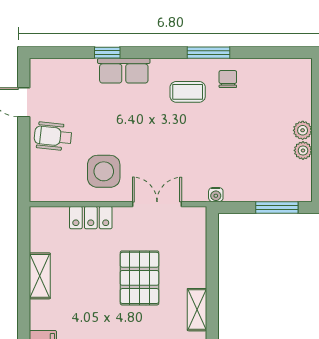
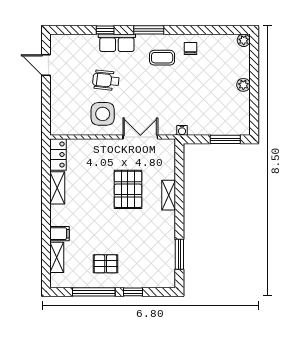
window: (209, 53) -> (149, 30), moved
wheelchair: (53, 136) -> (106, 80), moved
plant: (303, 150) -> (244, 40), moved
locker: (91, 218) -> (58, 155), moved, turned -90
shelving: (197, 310) -> (169, 195), moved

